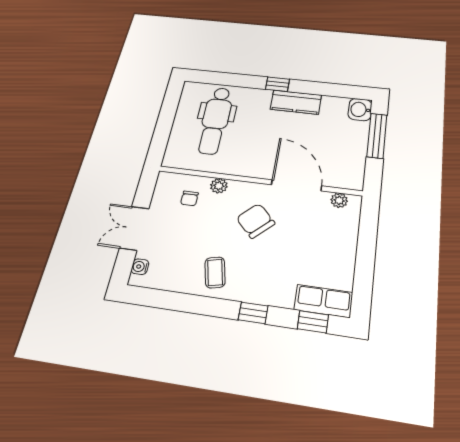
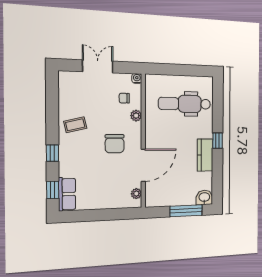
chair: (256, 221) -> (115, 144), turned 134
water cooler: (140, 267) -> (137, 78), moved

